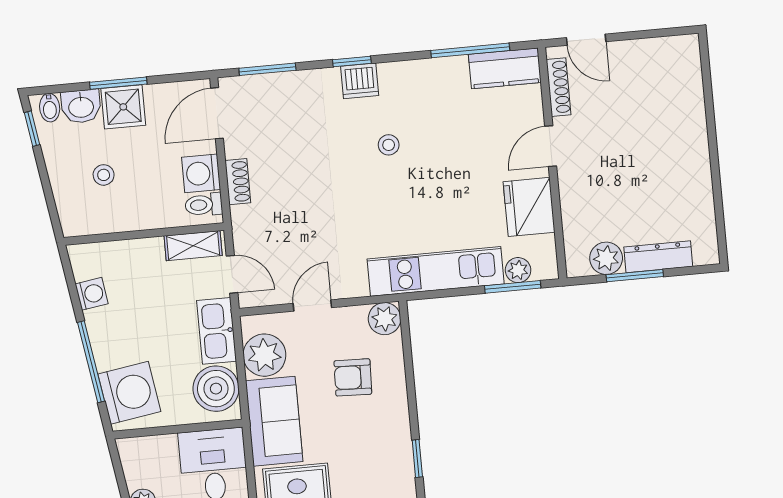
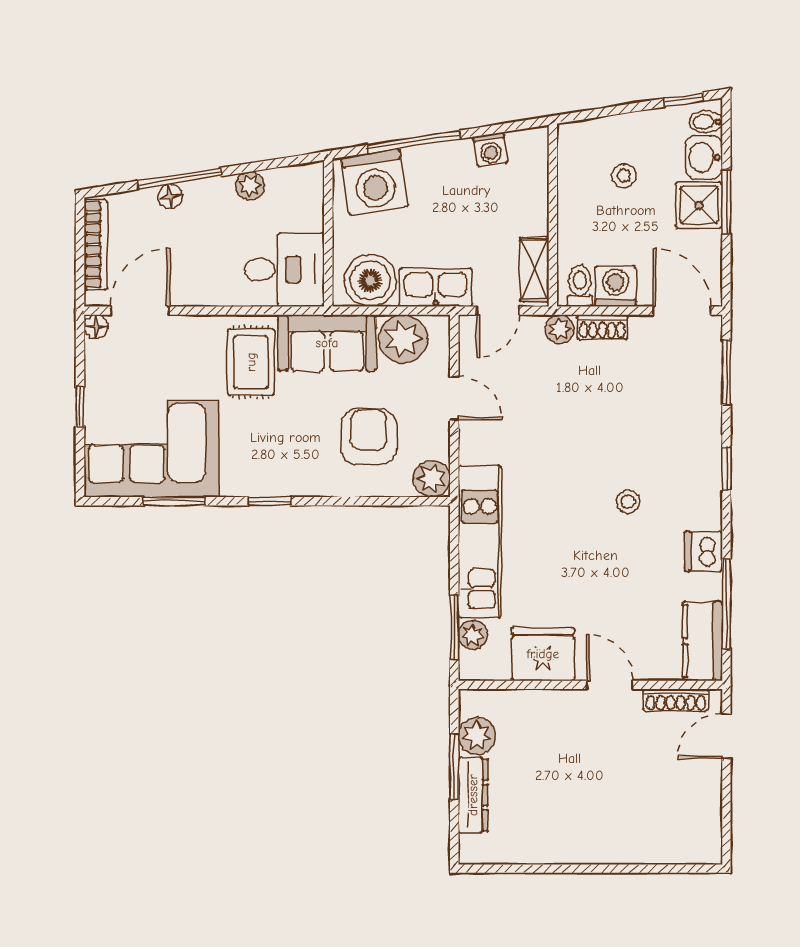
dishwasher: (360, 81) -> (704, 552), moved
plant: (243, 219) -> (560, 329), added
armchair: (353, 377) -> (368, 437), width x1.38, depth x1.38

